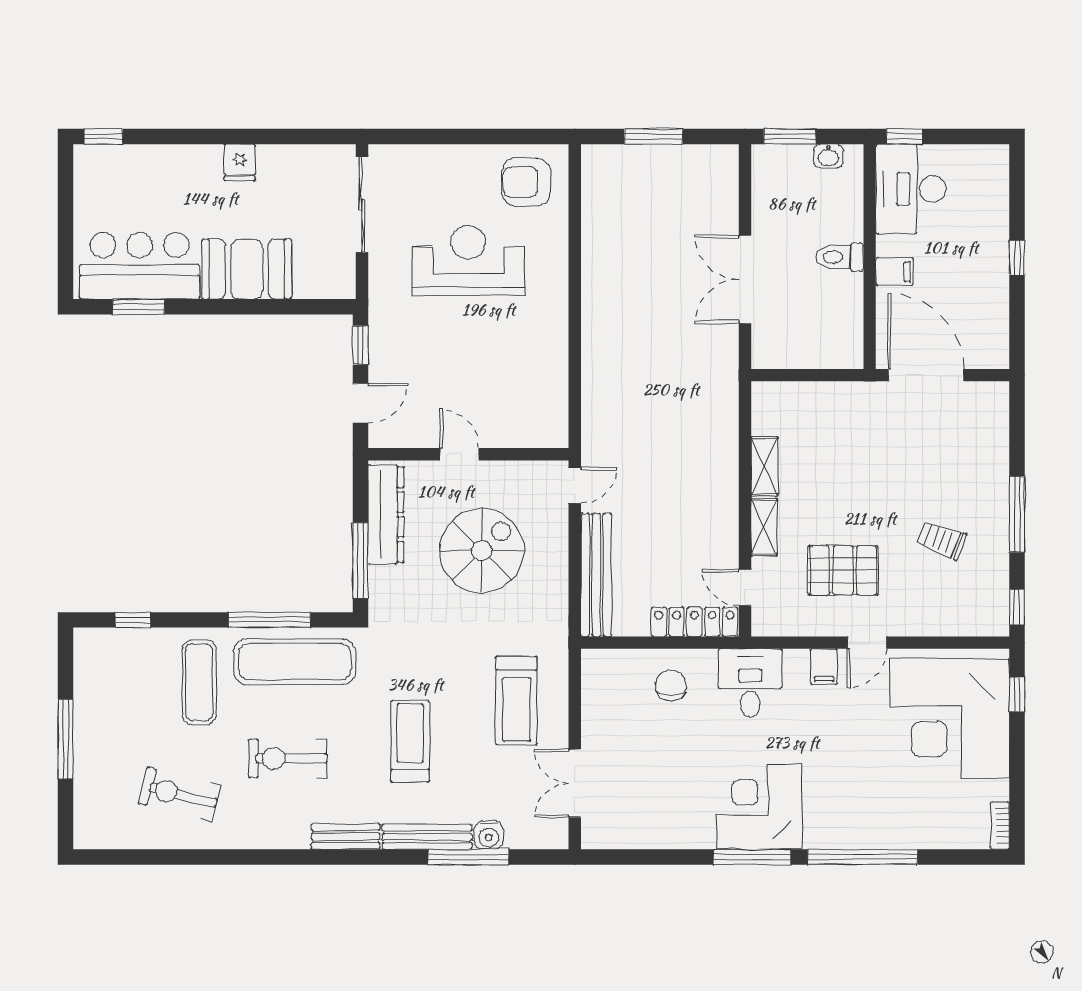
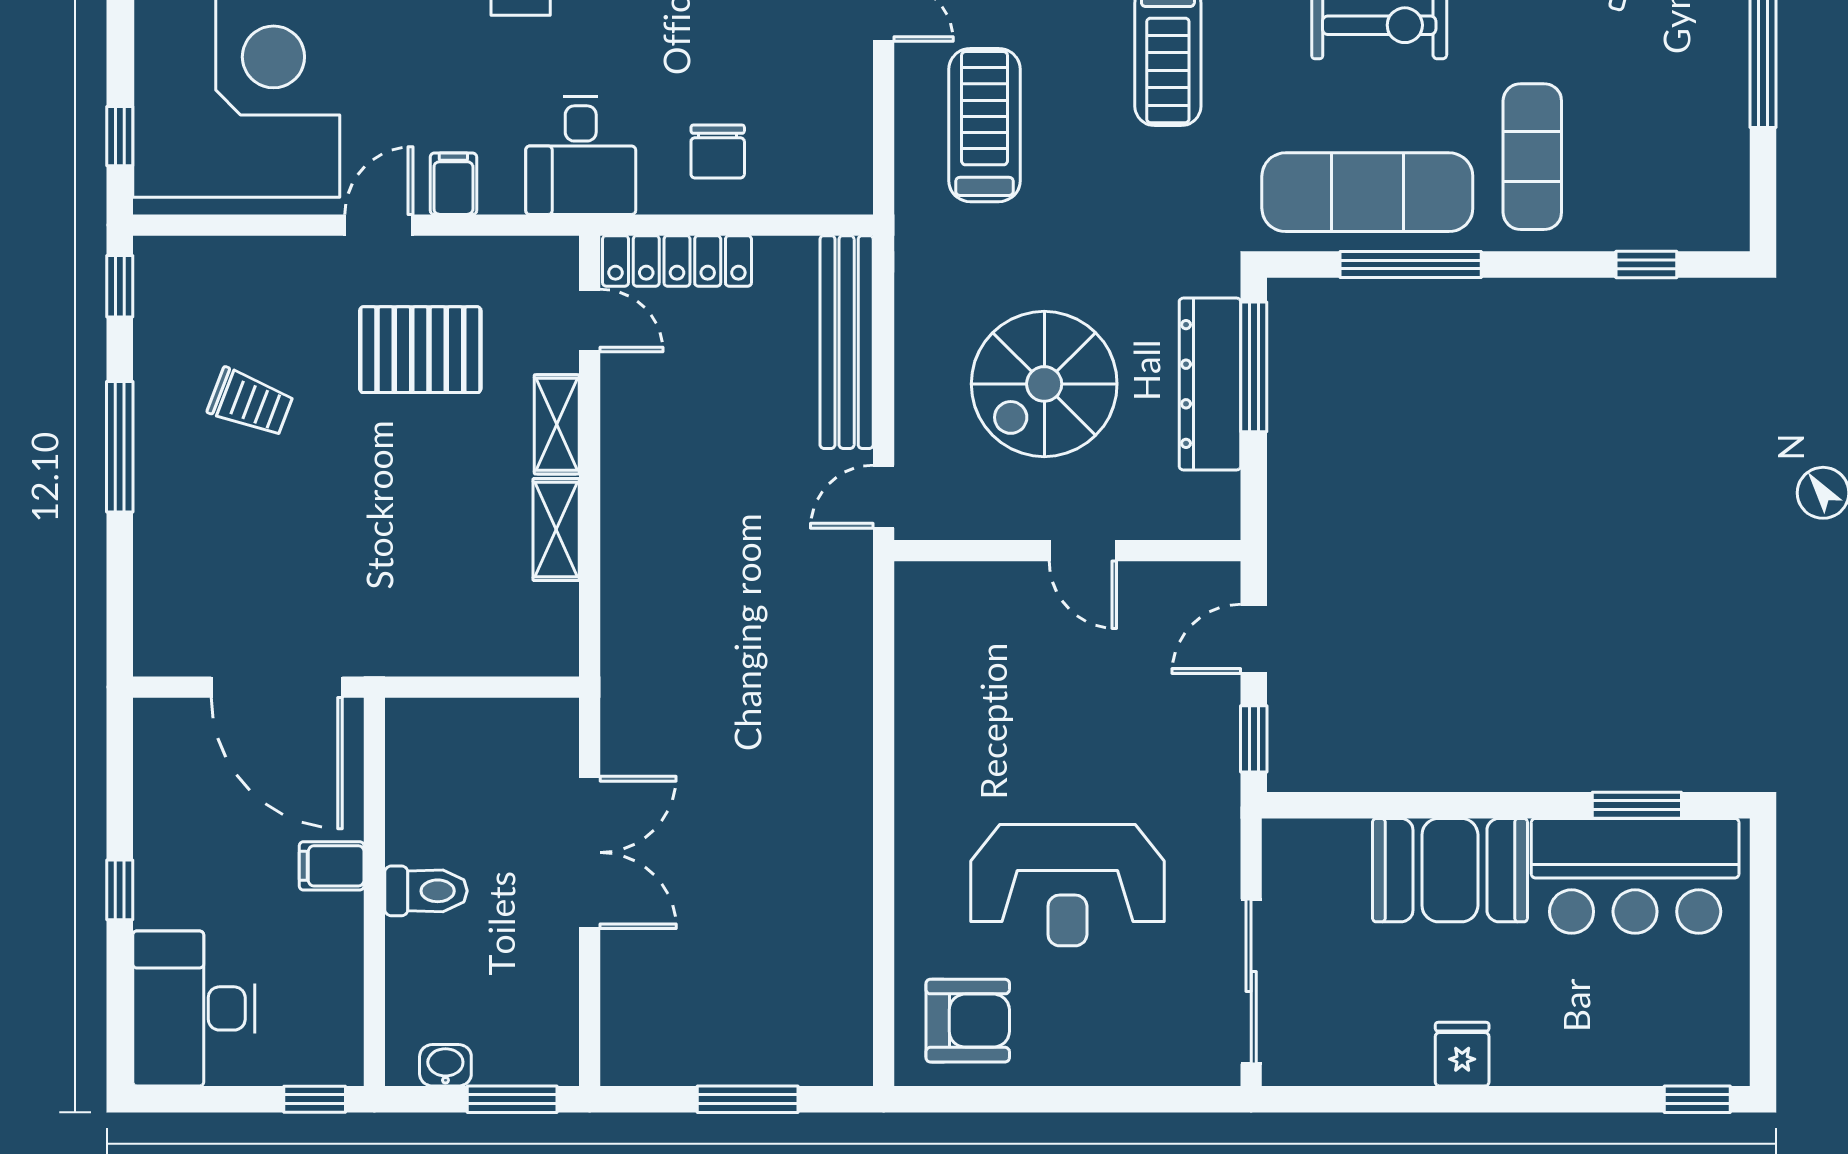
desk: (911, 189) -> (194, 1008), moved, turned 180
dresser: (386, 515) -> (1210, 384), moved

